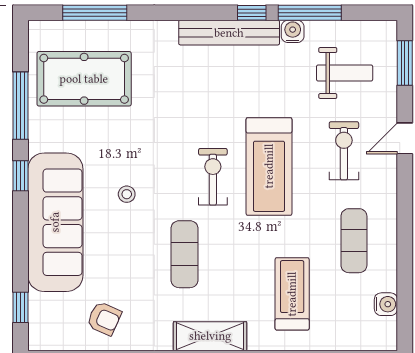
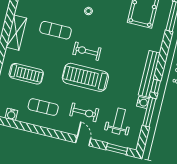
weight bench: (345, 73) -> (119, 121), turned 180
exercise bike: (213, 177) -> (87, 51), turned 180

